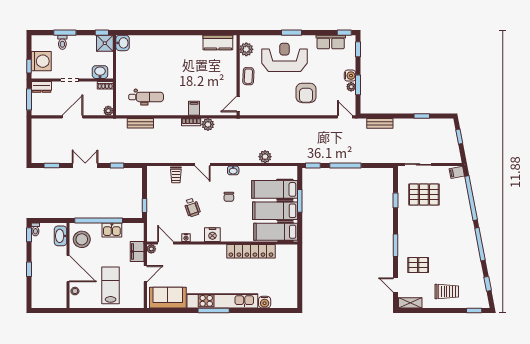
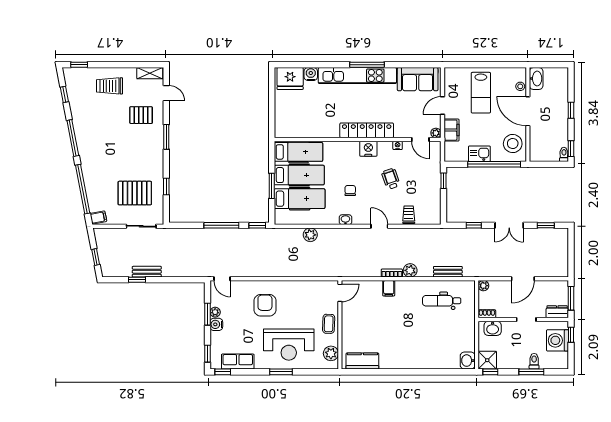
bench: (380, 123) -> (147, 272), moved
plant: (208, 124) -> (410, 270), moved
washbasin: (61, 236) -> (536, 79), moved
locker: (251, 251) -> (367, 130), moved
fridge: (283, 298) -> (290, 79), added

